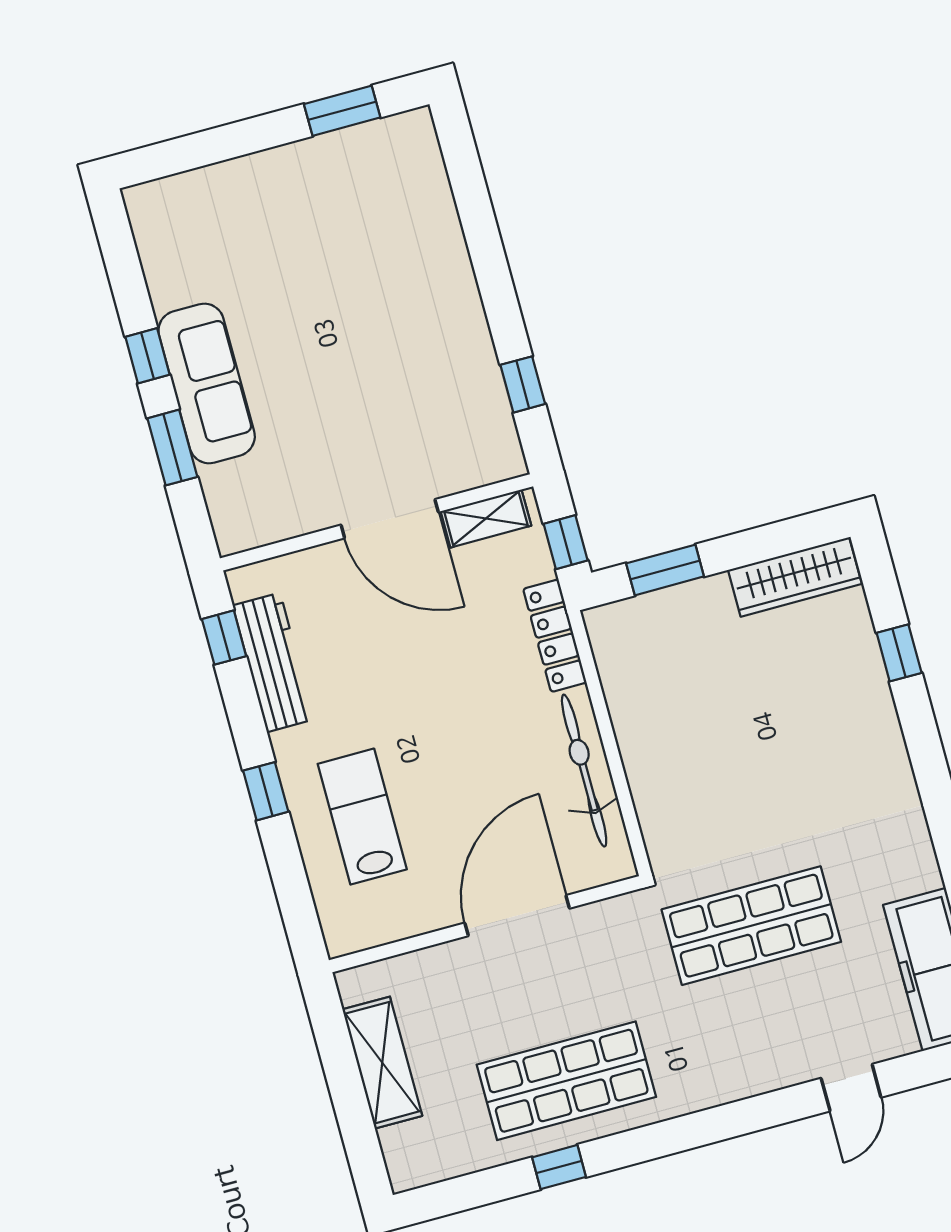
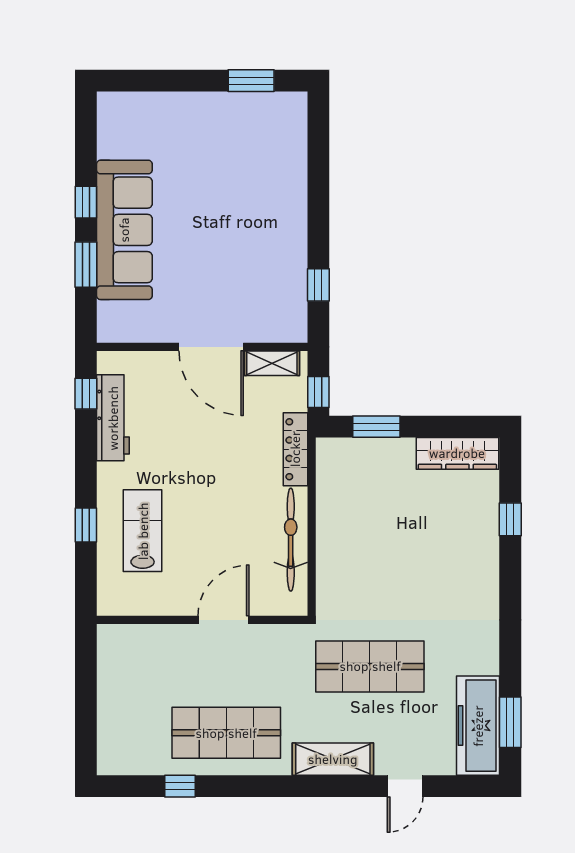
sofa: (207, 383) -> (124, 230), width x1.36, depth x1.27
window: (266, 791) -> (86, 525), moved
door: (517, 916) -> (223, 620), width x0.73
shelving: (382, 1063) -> (333, 759), moved, turned 90
window: (559, 1167) -> (180, 786), moved

